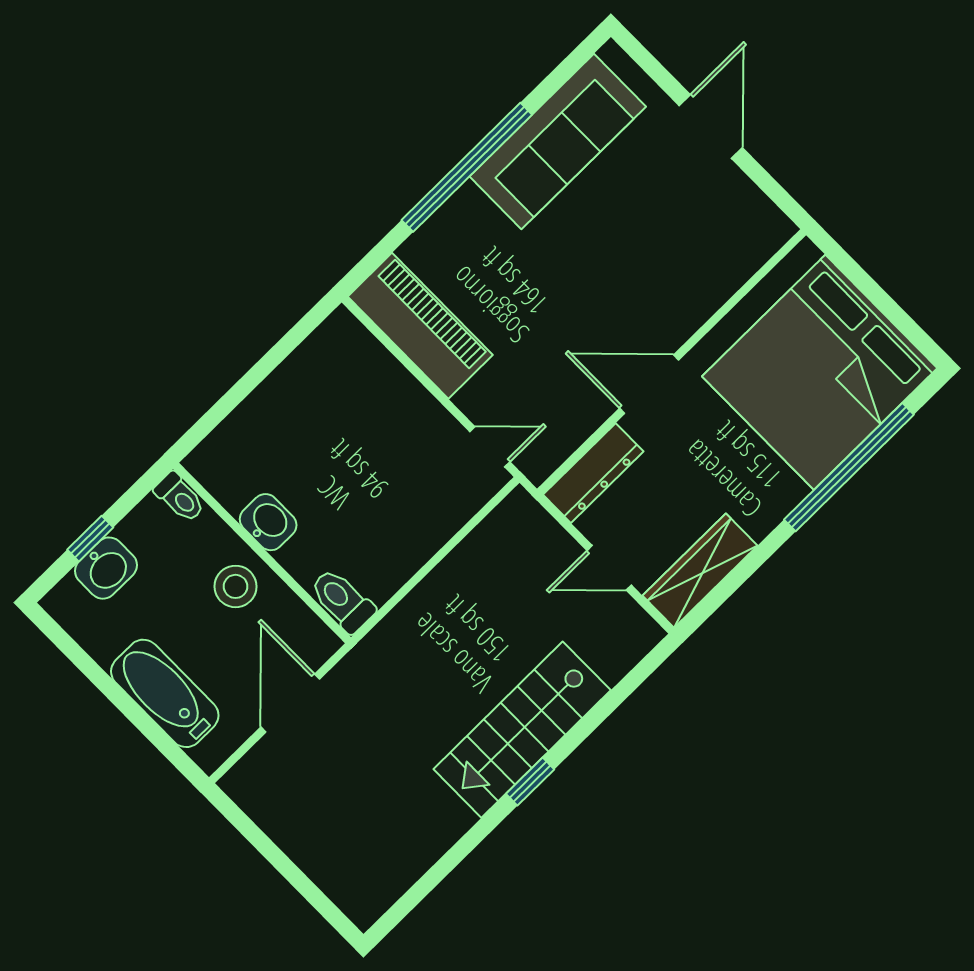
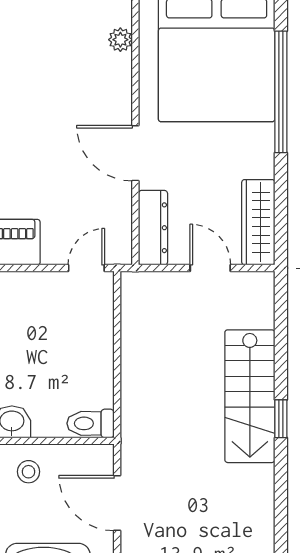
plant: (745, 260) -> (120, 40), added
door: (649, 384) -> (135, 153), hinge flipped
door: (609, 568) -> (210, 268), swing flipped
stool: (236, 586) -> (29, 472), width x0.73, depth x0.73

